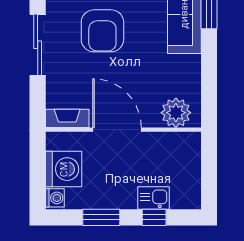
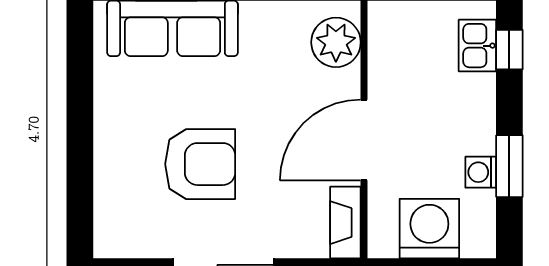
washing machine: (55, 198) -> (481, 172), moved, turned -90
kitchen sink: (154, 198) -> (477, 46), moved
window: (154, 217) -> (509, 50), moved

